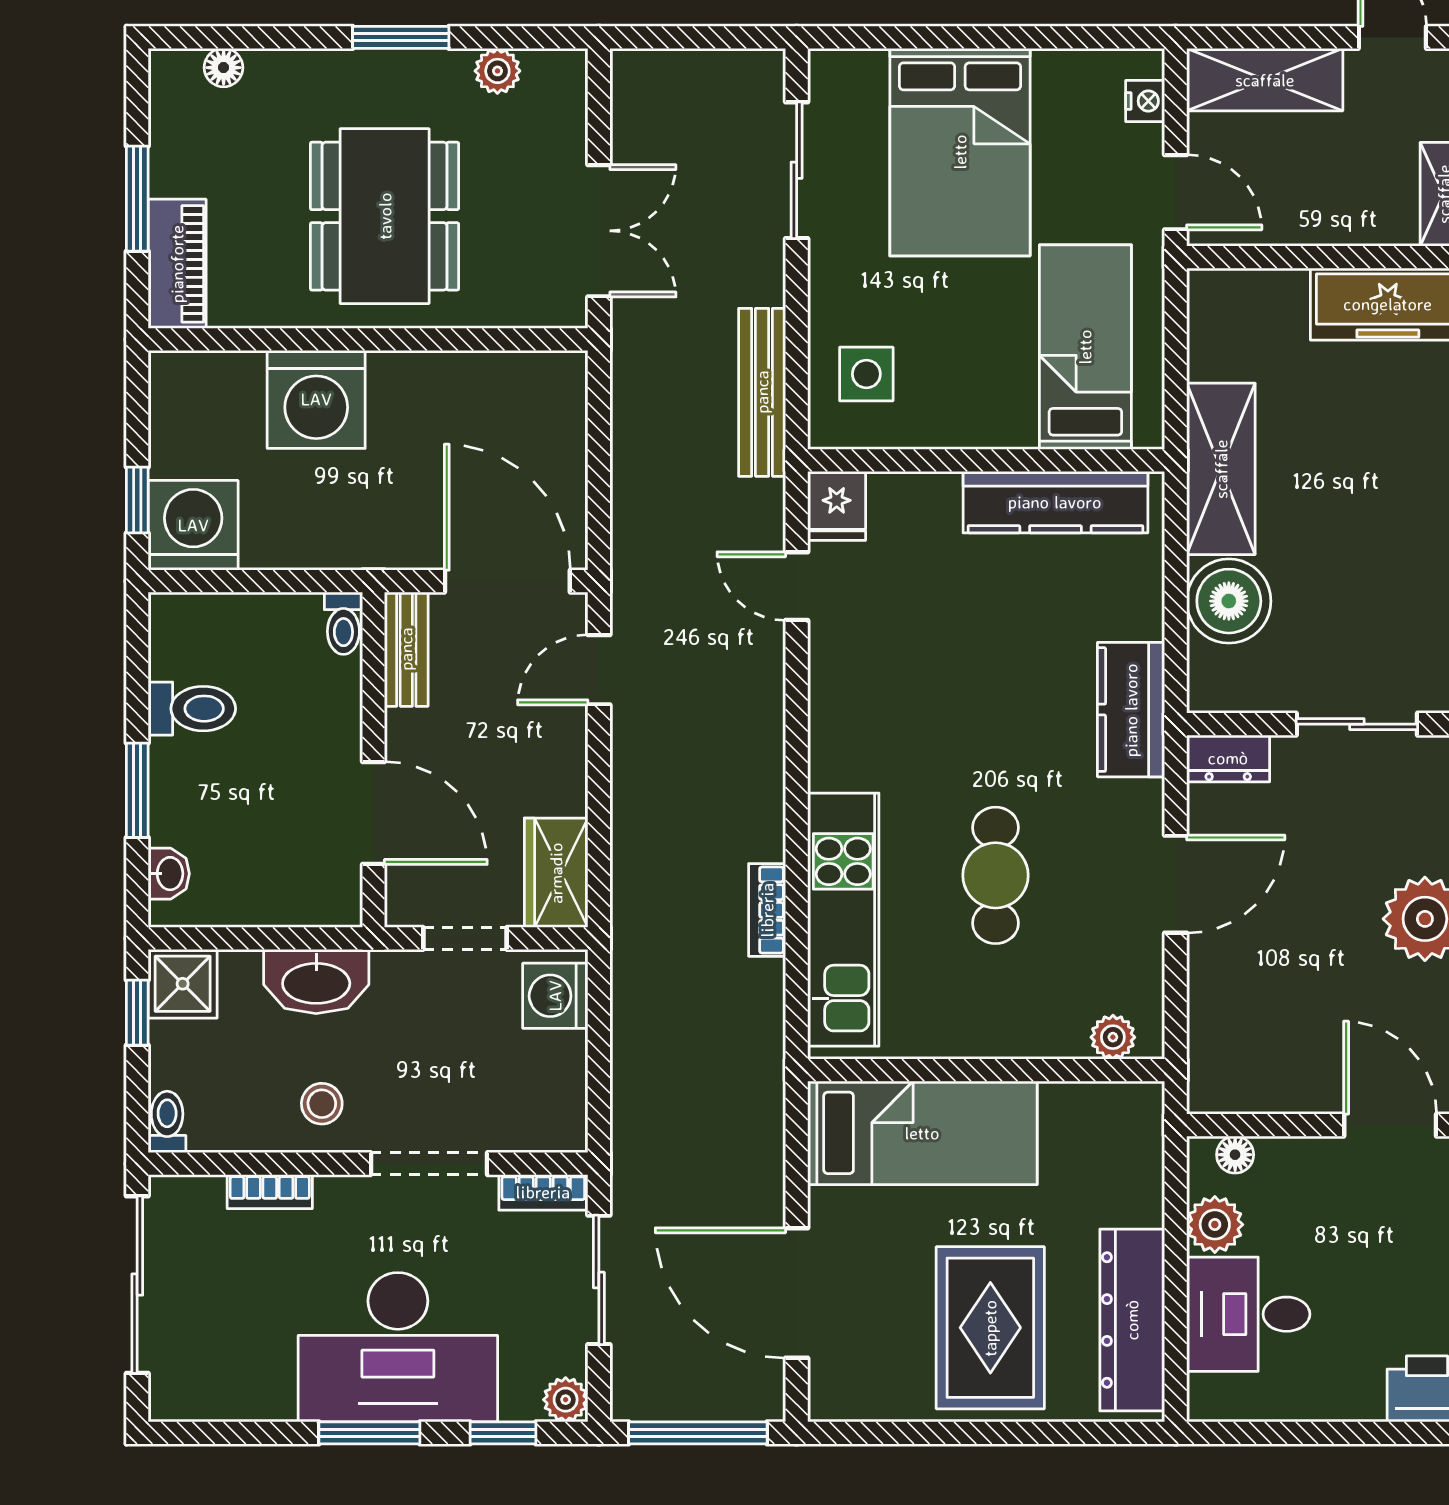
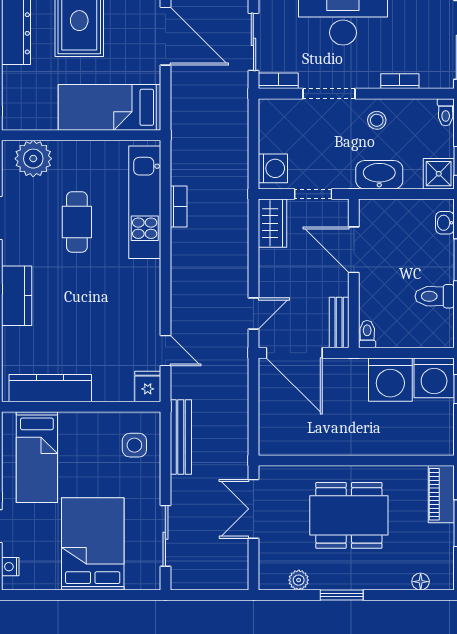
dining table: (385, 216) -> (349, 515), turned 90
washing machine: (316, 399) -> (390, 380), moved, turned 180
plant: (1113, 1037) -> (33, 159), width x1.87, depth x1.87

